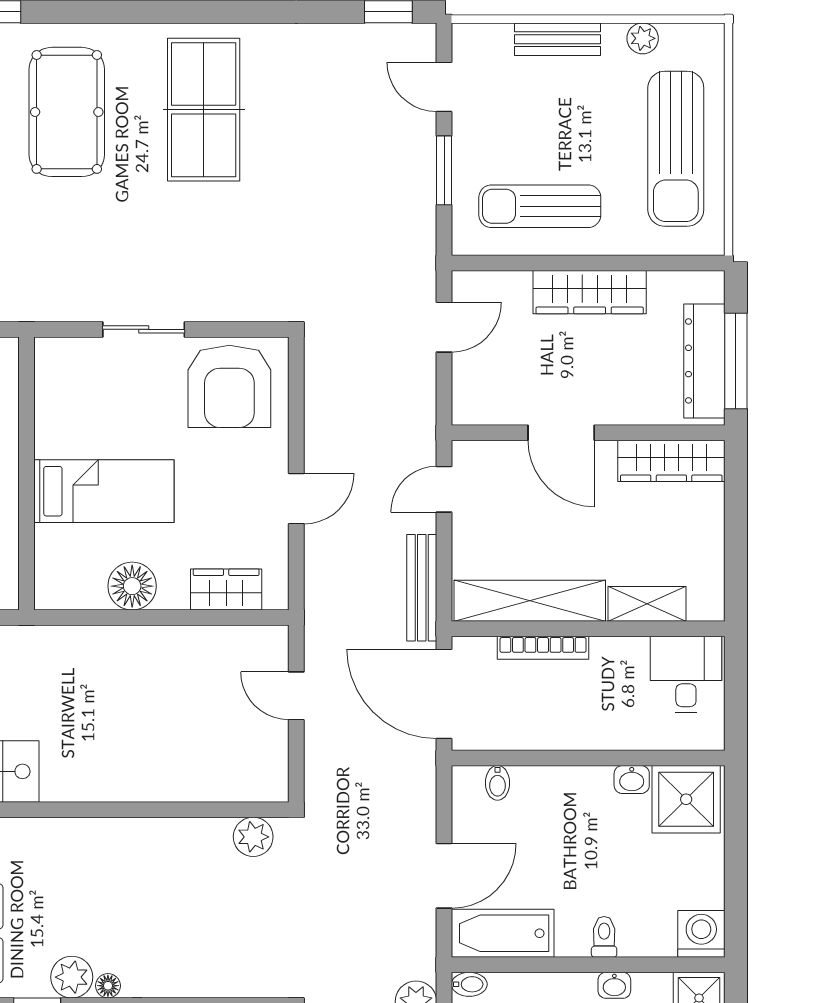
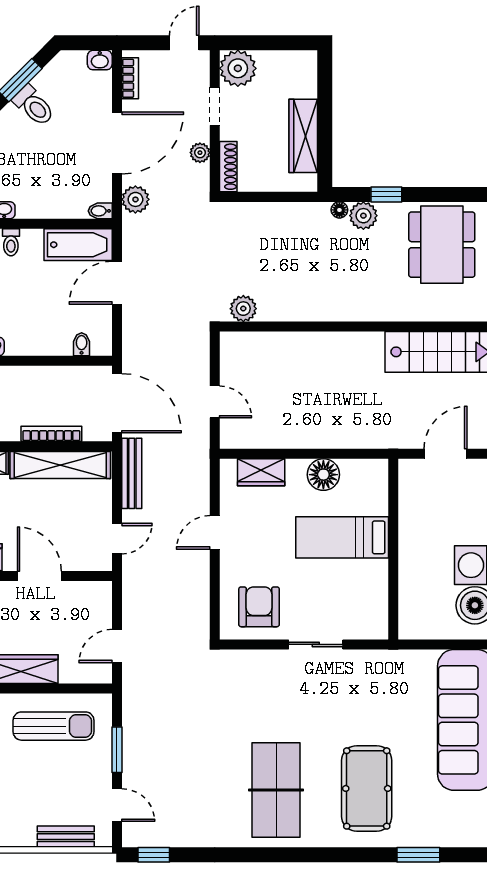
bench: (558, 39) -> (66, 837), moved
armchair: (229, 386) -> (259, 607), width x0.73, depth x0.73

